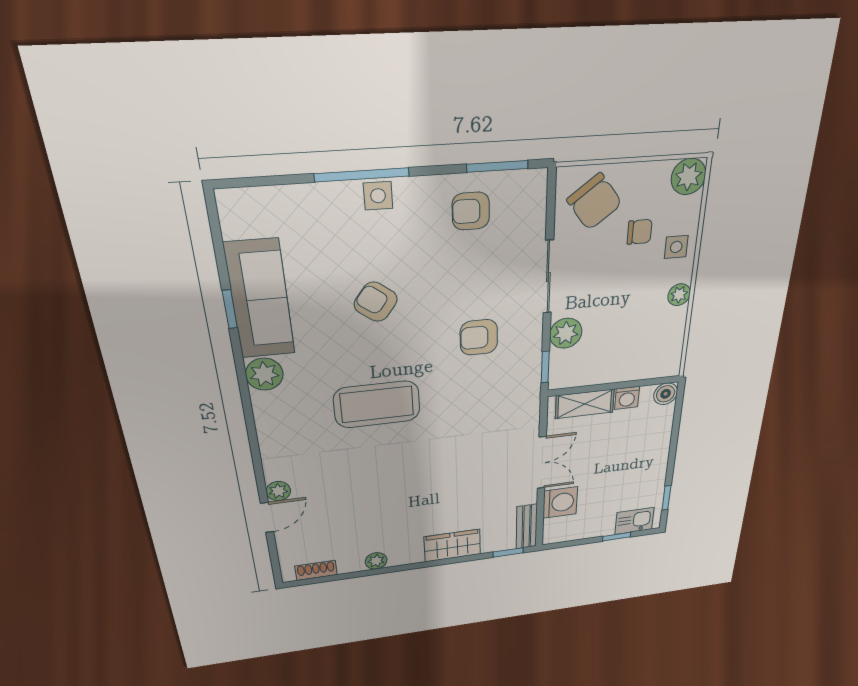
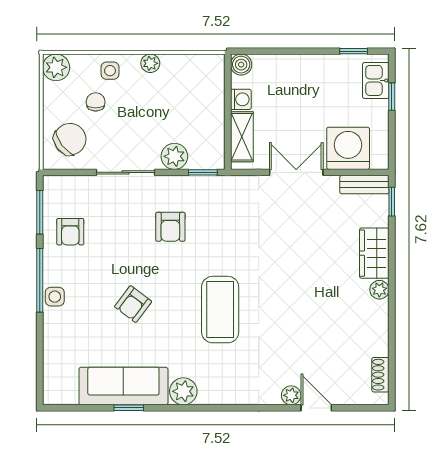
window: (362, 175) -> (40, 280), moved
washing machine: (560, 502) -> (348, 148), width x1.37, depth x1.37
plant: (376, 561) -> (379, 290), moved

